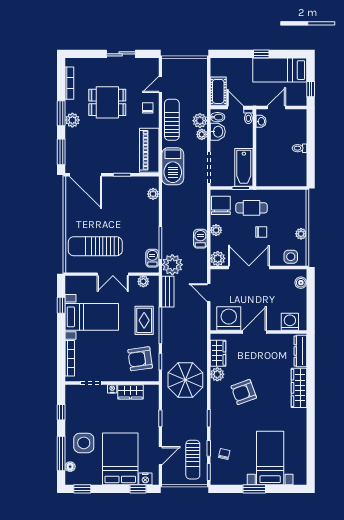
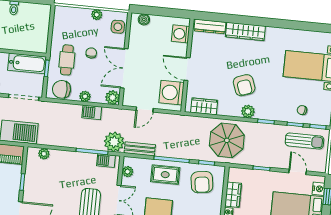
plant: (217, 374) -> (248, 111), moved

